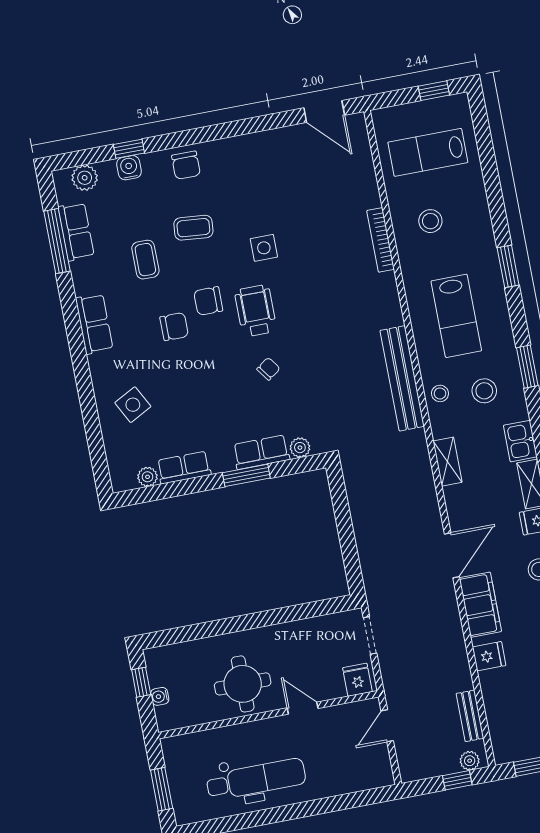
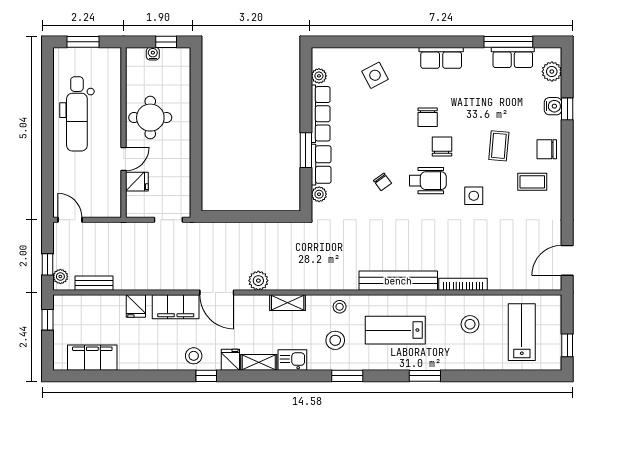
coffee table: (145, 260) -> (532, 182), moved
bench: (402, 378) -> (398, 281), moved
row of seats: (184, 468) -> (321, 114), width x1.48
plant: (426, 505) -> (258, 281), added
fridge: (357, 680) -> (137, 182), moved
door: (387, 726) -> (70, 220), moved

